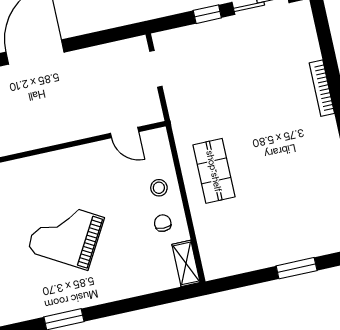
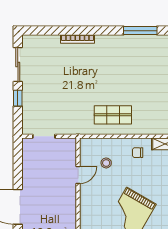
door: (125, 133) -> (78, 175), moved
stool: (159, 188) -> (106, 163), moved

